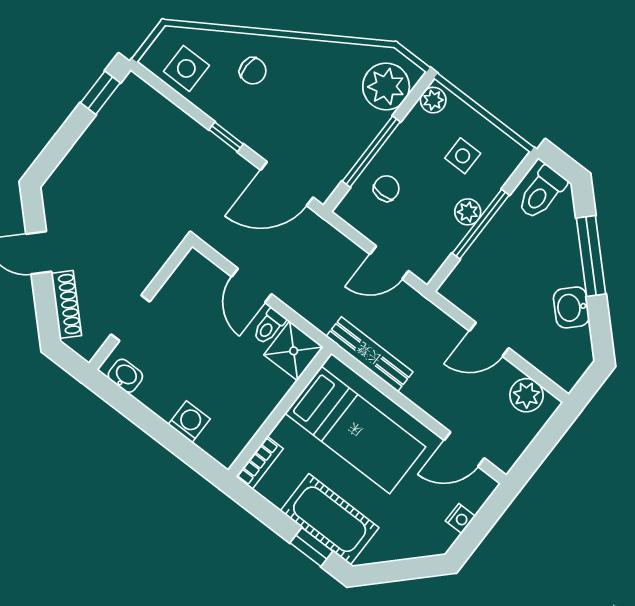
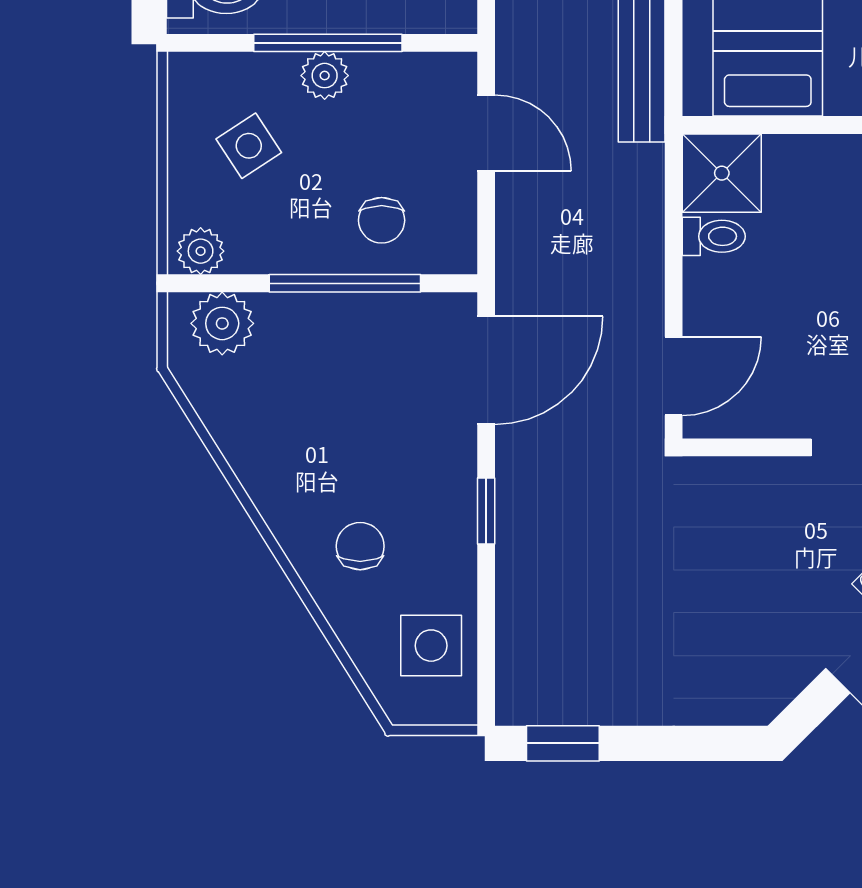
plant: (386, 86) -> (222, 323), width x0.73, depth x0.73
side table: (463, 156) -> (249, 146), turned -33
door: (287, 184) -> (486, 370), hinge flipped
chair: (386, 188) -> (382, 220), turned -90
door: (252, 285) -> (674, 376), moved

